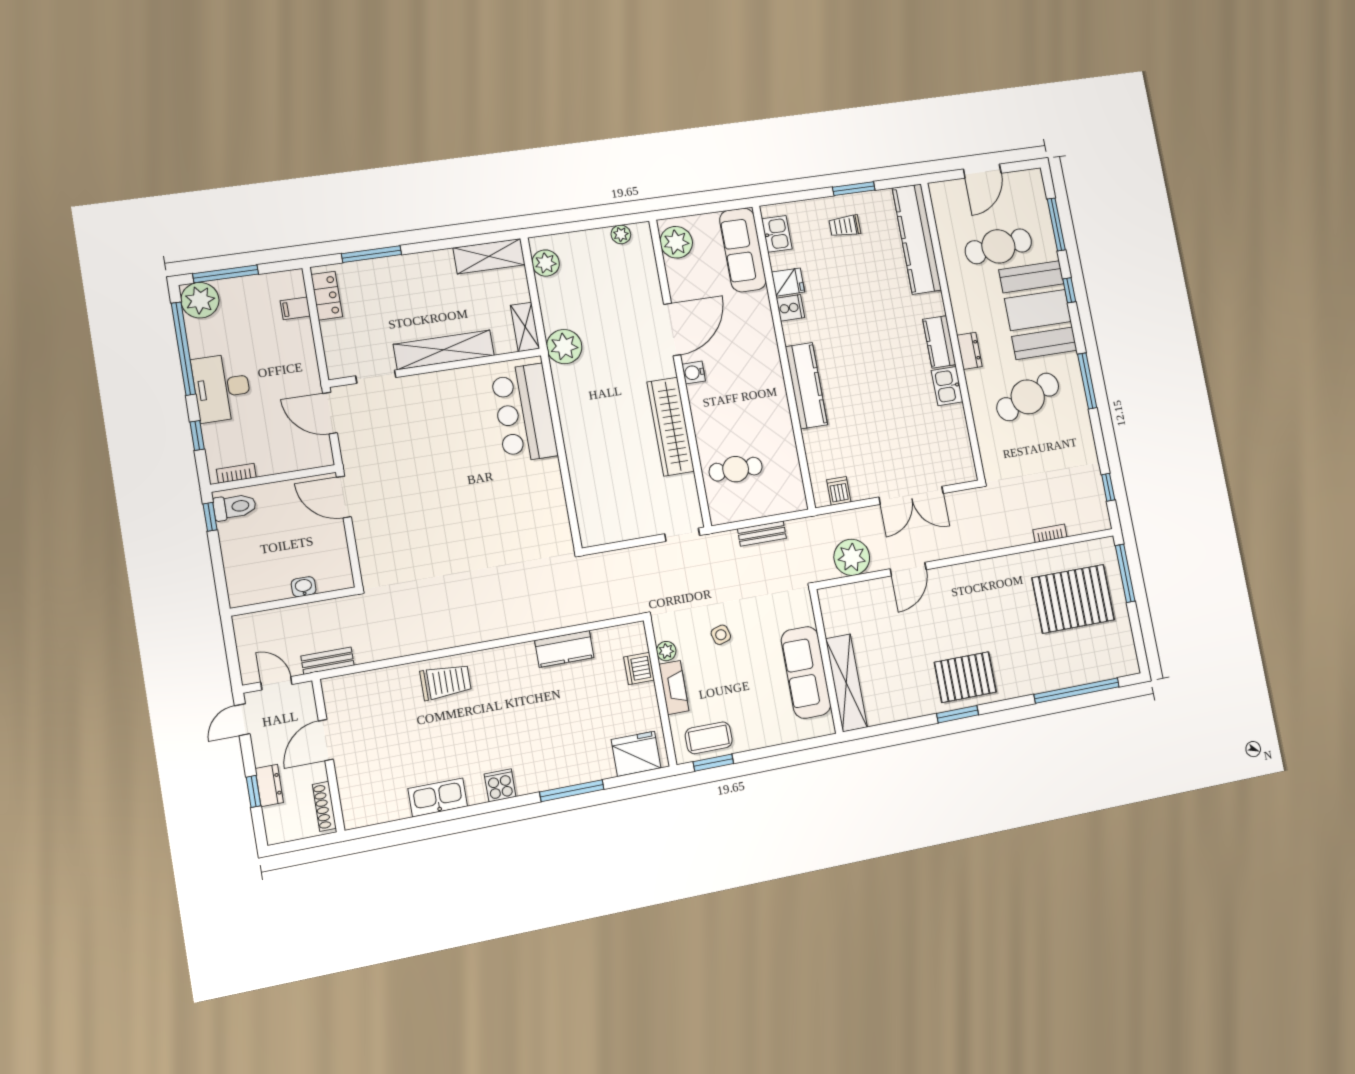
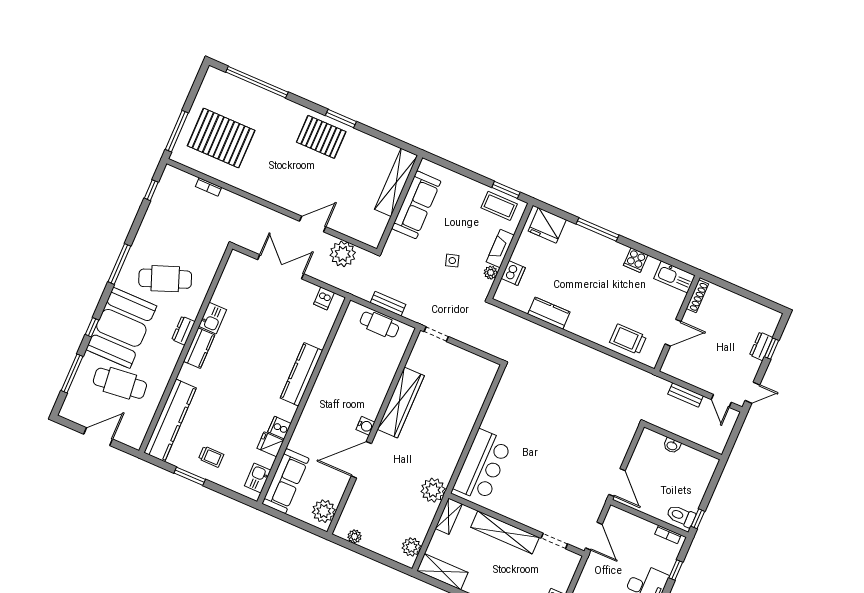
cafe table: (736, 469) -> (379, 324), moved
door: (326, 740) -> (673, 333), moved
wall: (328, 755) -> (677, 323), moved
shoe rack: (324, 806) -> (697, 296), moved

